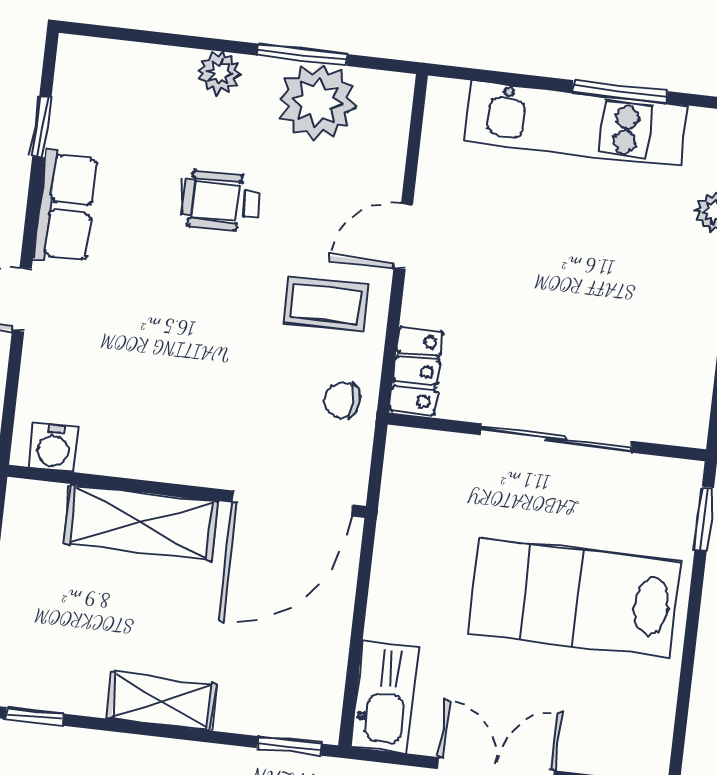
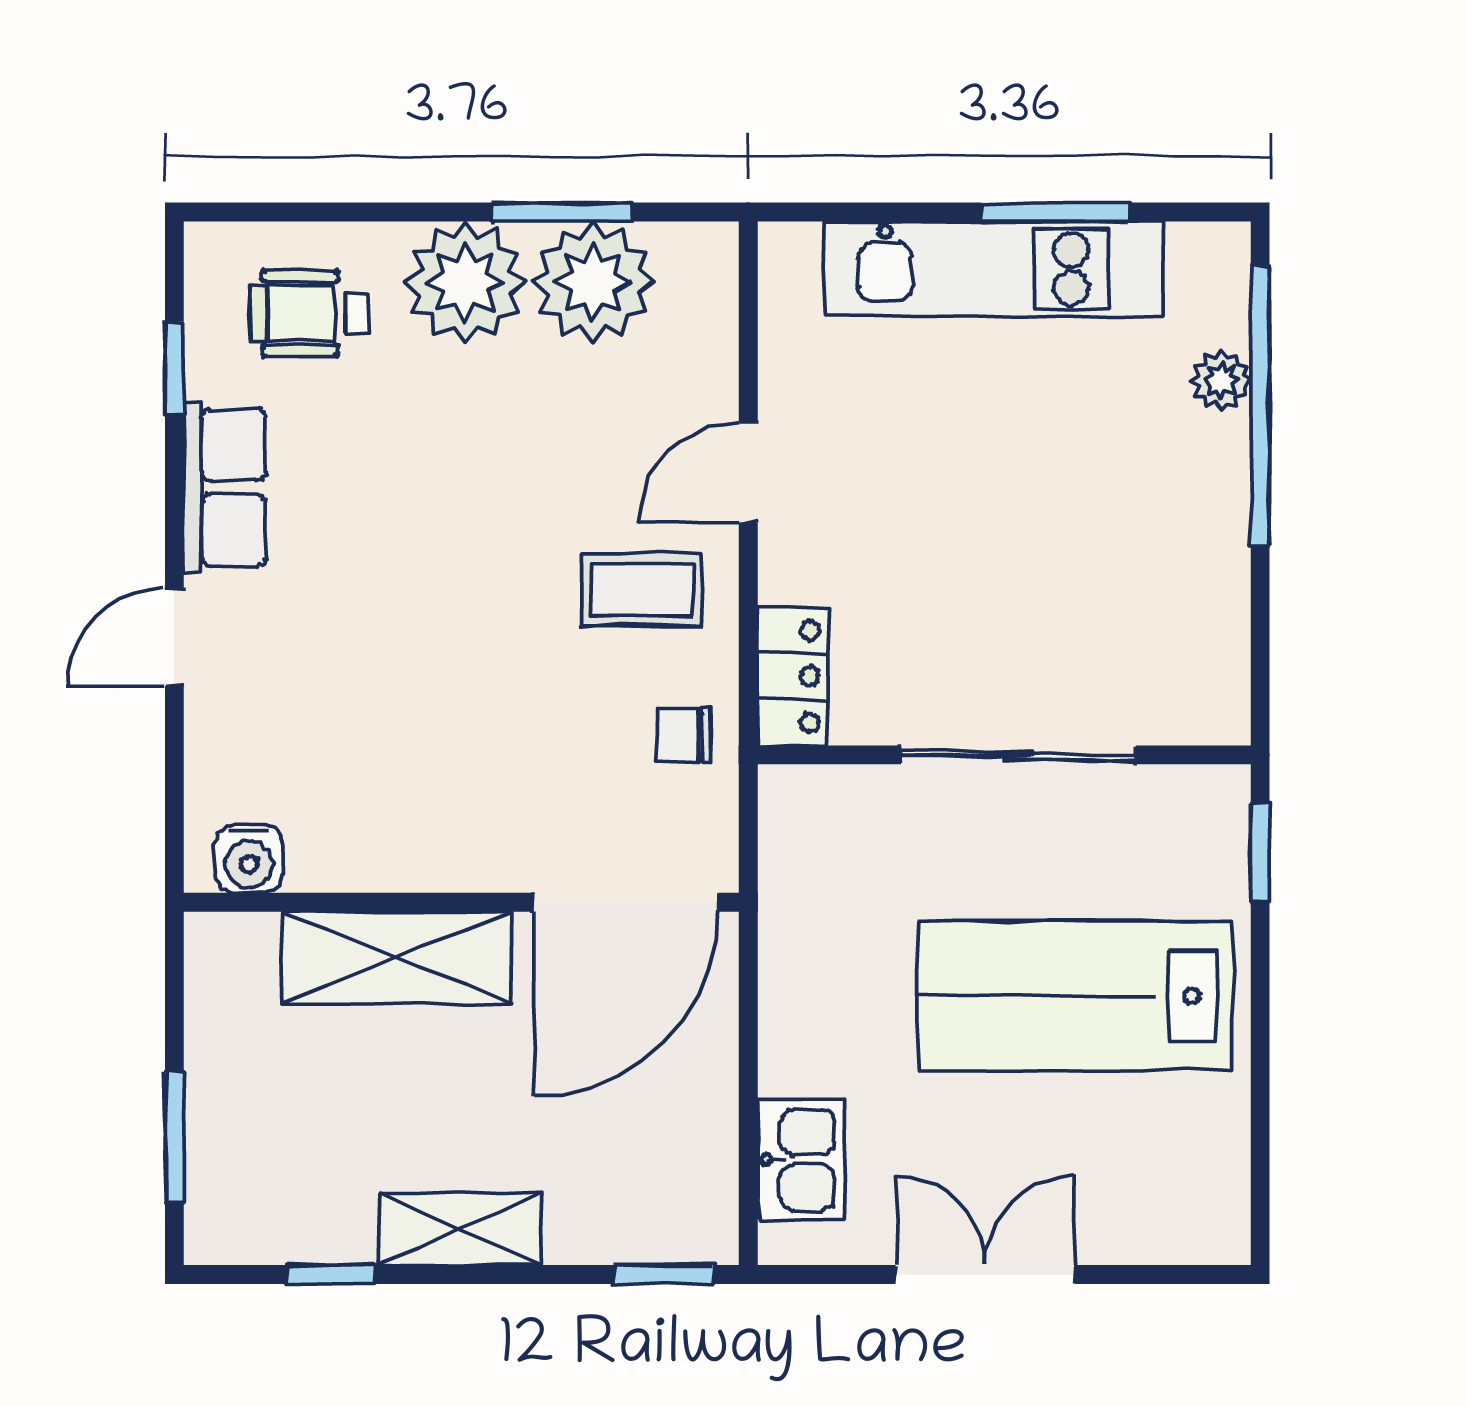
plant: (219, 72) -> (465, 282), width x1.88, depth x1.88
wheelchair: (221, 201) -> (310, 313), moved
kitchen sink: (384, 697) -> (801, 1160), width x0.73
window: (34, 716) -> (331, 1274), moved

